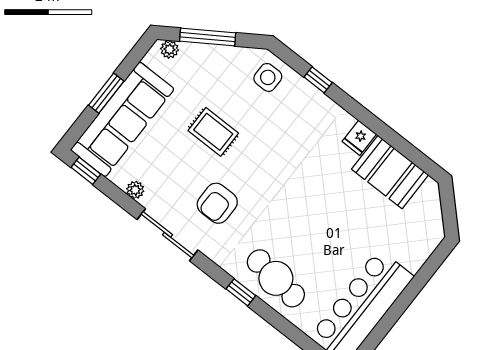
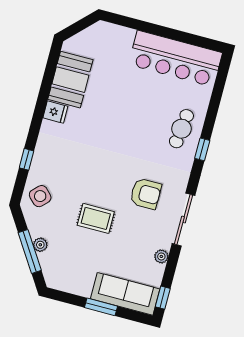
plant: (170, 49) -> (40, 245), moved
side table: (268, 77) -> (40, 196), turned 45
sofa: (122, 119) -> (125, 294), width x0.74, depth x0.79
rug: (213, 132) -> (96, 218), turned 90
cafe table: (276, 278) -> (181, 129), width x0.73, depth x0.74

